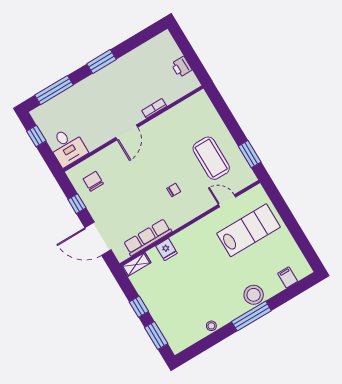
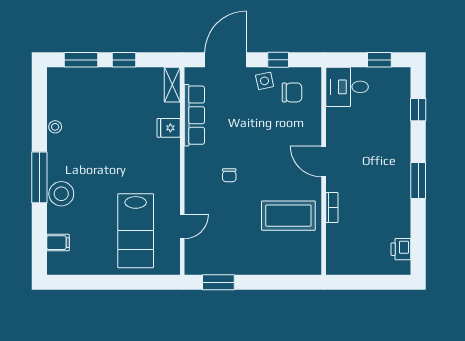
printer: (182, 67) -> (401, 249), moved, turned -90
window: (54, 90) -> (418, 110), width x0.46
coffee table: (211, 158) -> (288, 216), moved
side table: (97, 204) -> (265, 81), added

